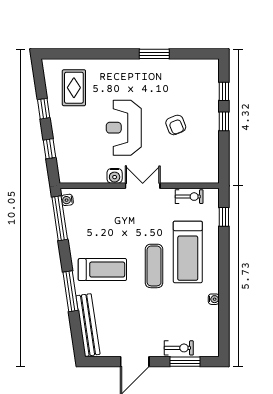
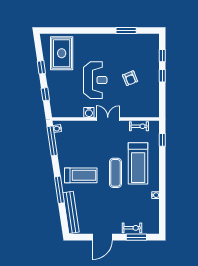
window: (154, 54) -> (126, 31), moved
rug: (74, 88) -> (62, 53), width x1.36, depth x1.43
reception desk: (124, 128) -> (95, 80), turned 180

